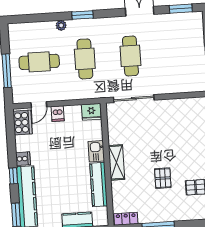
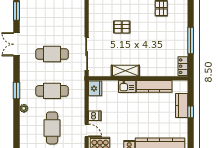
shelving: (116, 162) -> (125, 71), moved
pallet: (163, 178) -> (122, 27), moved

